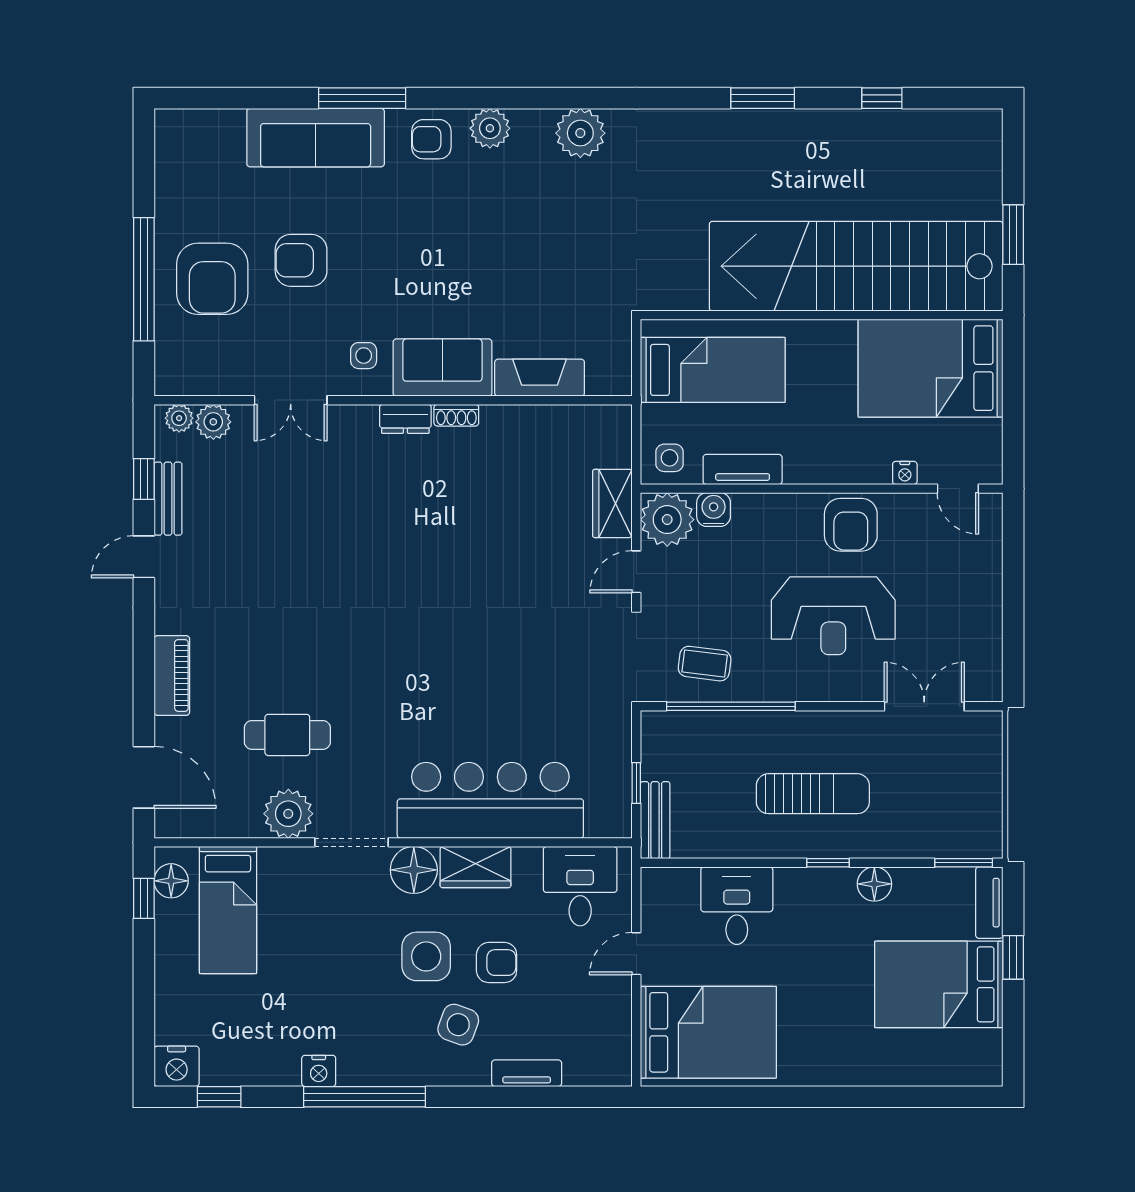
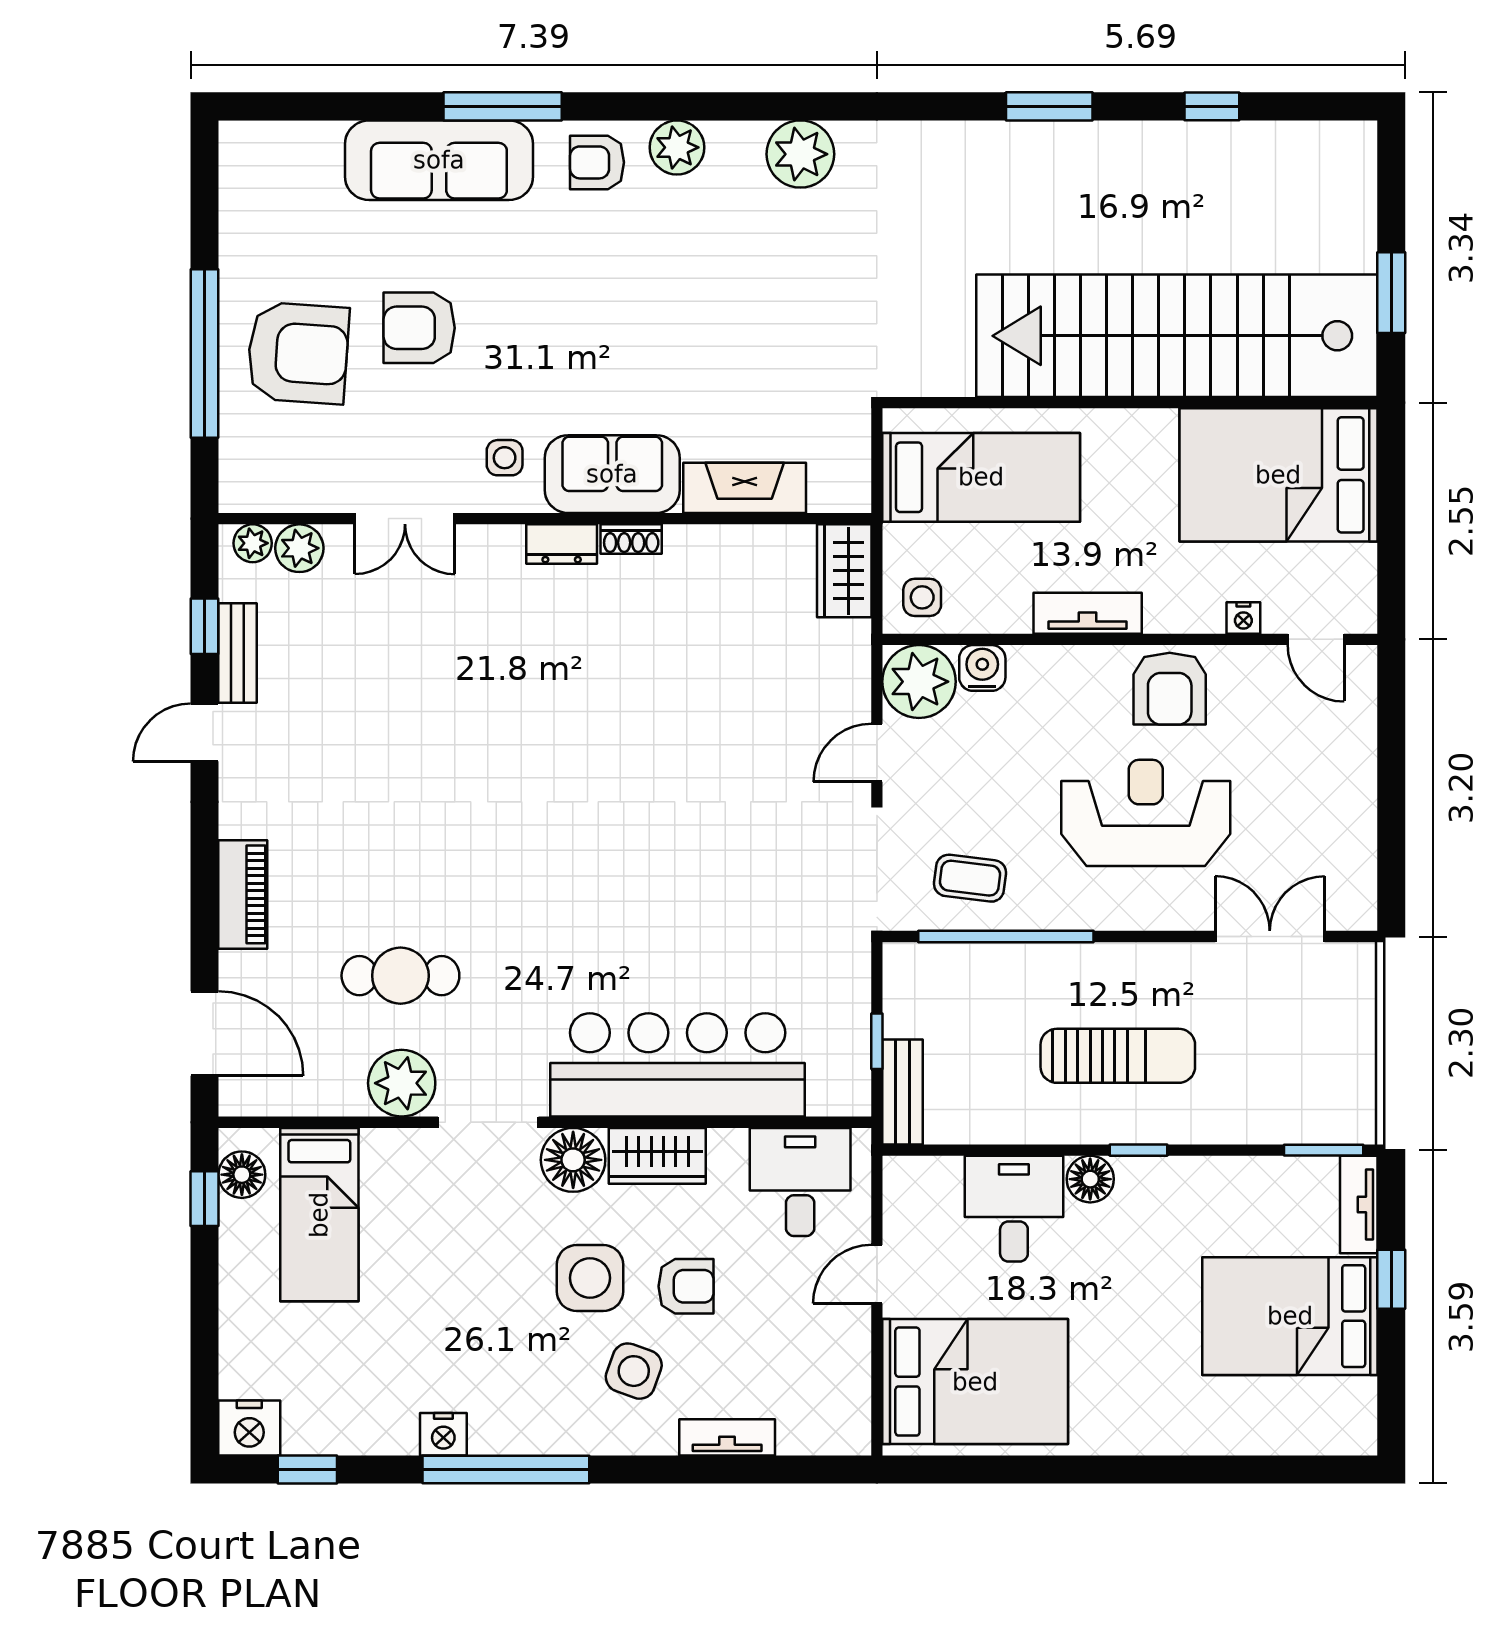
armchair: (212, 279) -> (298, 353), turned -86
tv unit: (743, 469) -> (1088, 613), moved
wardrobe: (612, 503) -> (844, 571), moved
reception desk: (833, 616) -> (1146, 813), turned 180
floor lamp: (874, 884) -> (1090, 1179), moved

